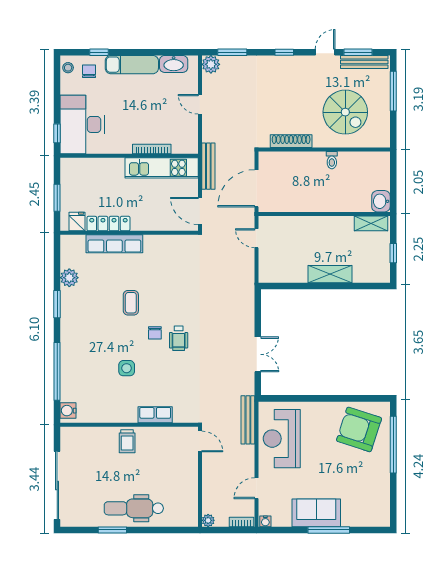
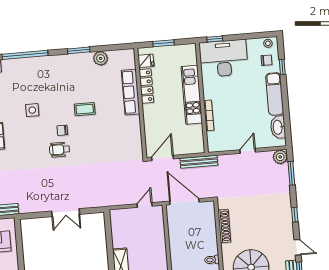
kitchen unit: (162, 168) -> (192, 95), moved
double door: (258, 354) -> (66, 213), moved

